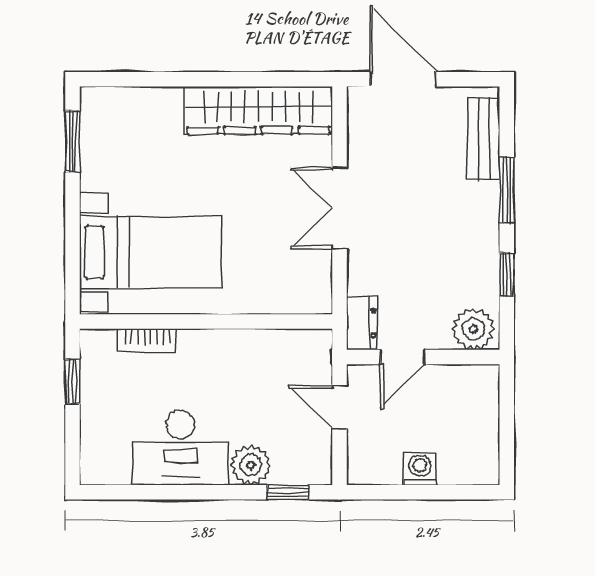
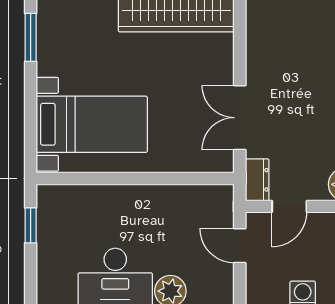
double door: (339, 208) -> (240, 118), moved
bookcase: (147, 340) -> (89, 193), removed

